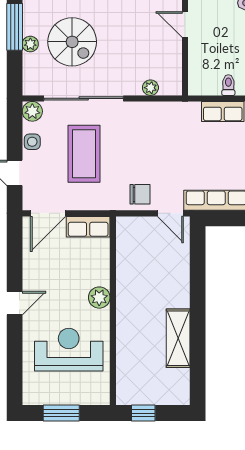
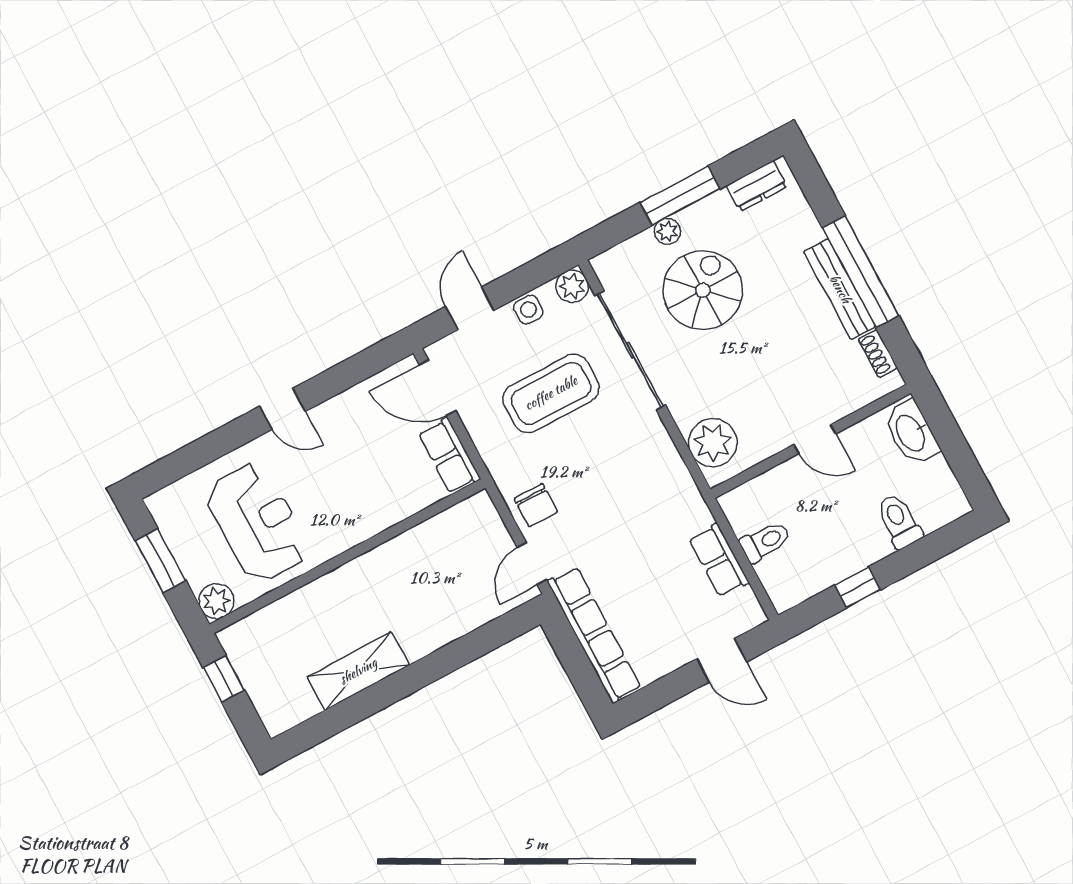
door: (185, 25) -> (815, 439), swing flipped
spiral stairs: (72, 42) -> (703, 290), turned 180
toilet: (228, 85) -> (765, 542), width x1.37, depth x1.39
plant: (150, 88) -> (713, 443), width x1.87, depth x1.87
plant: (99, 298) -> (216, 601), moved

